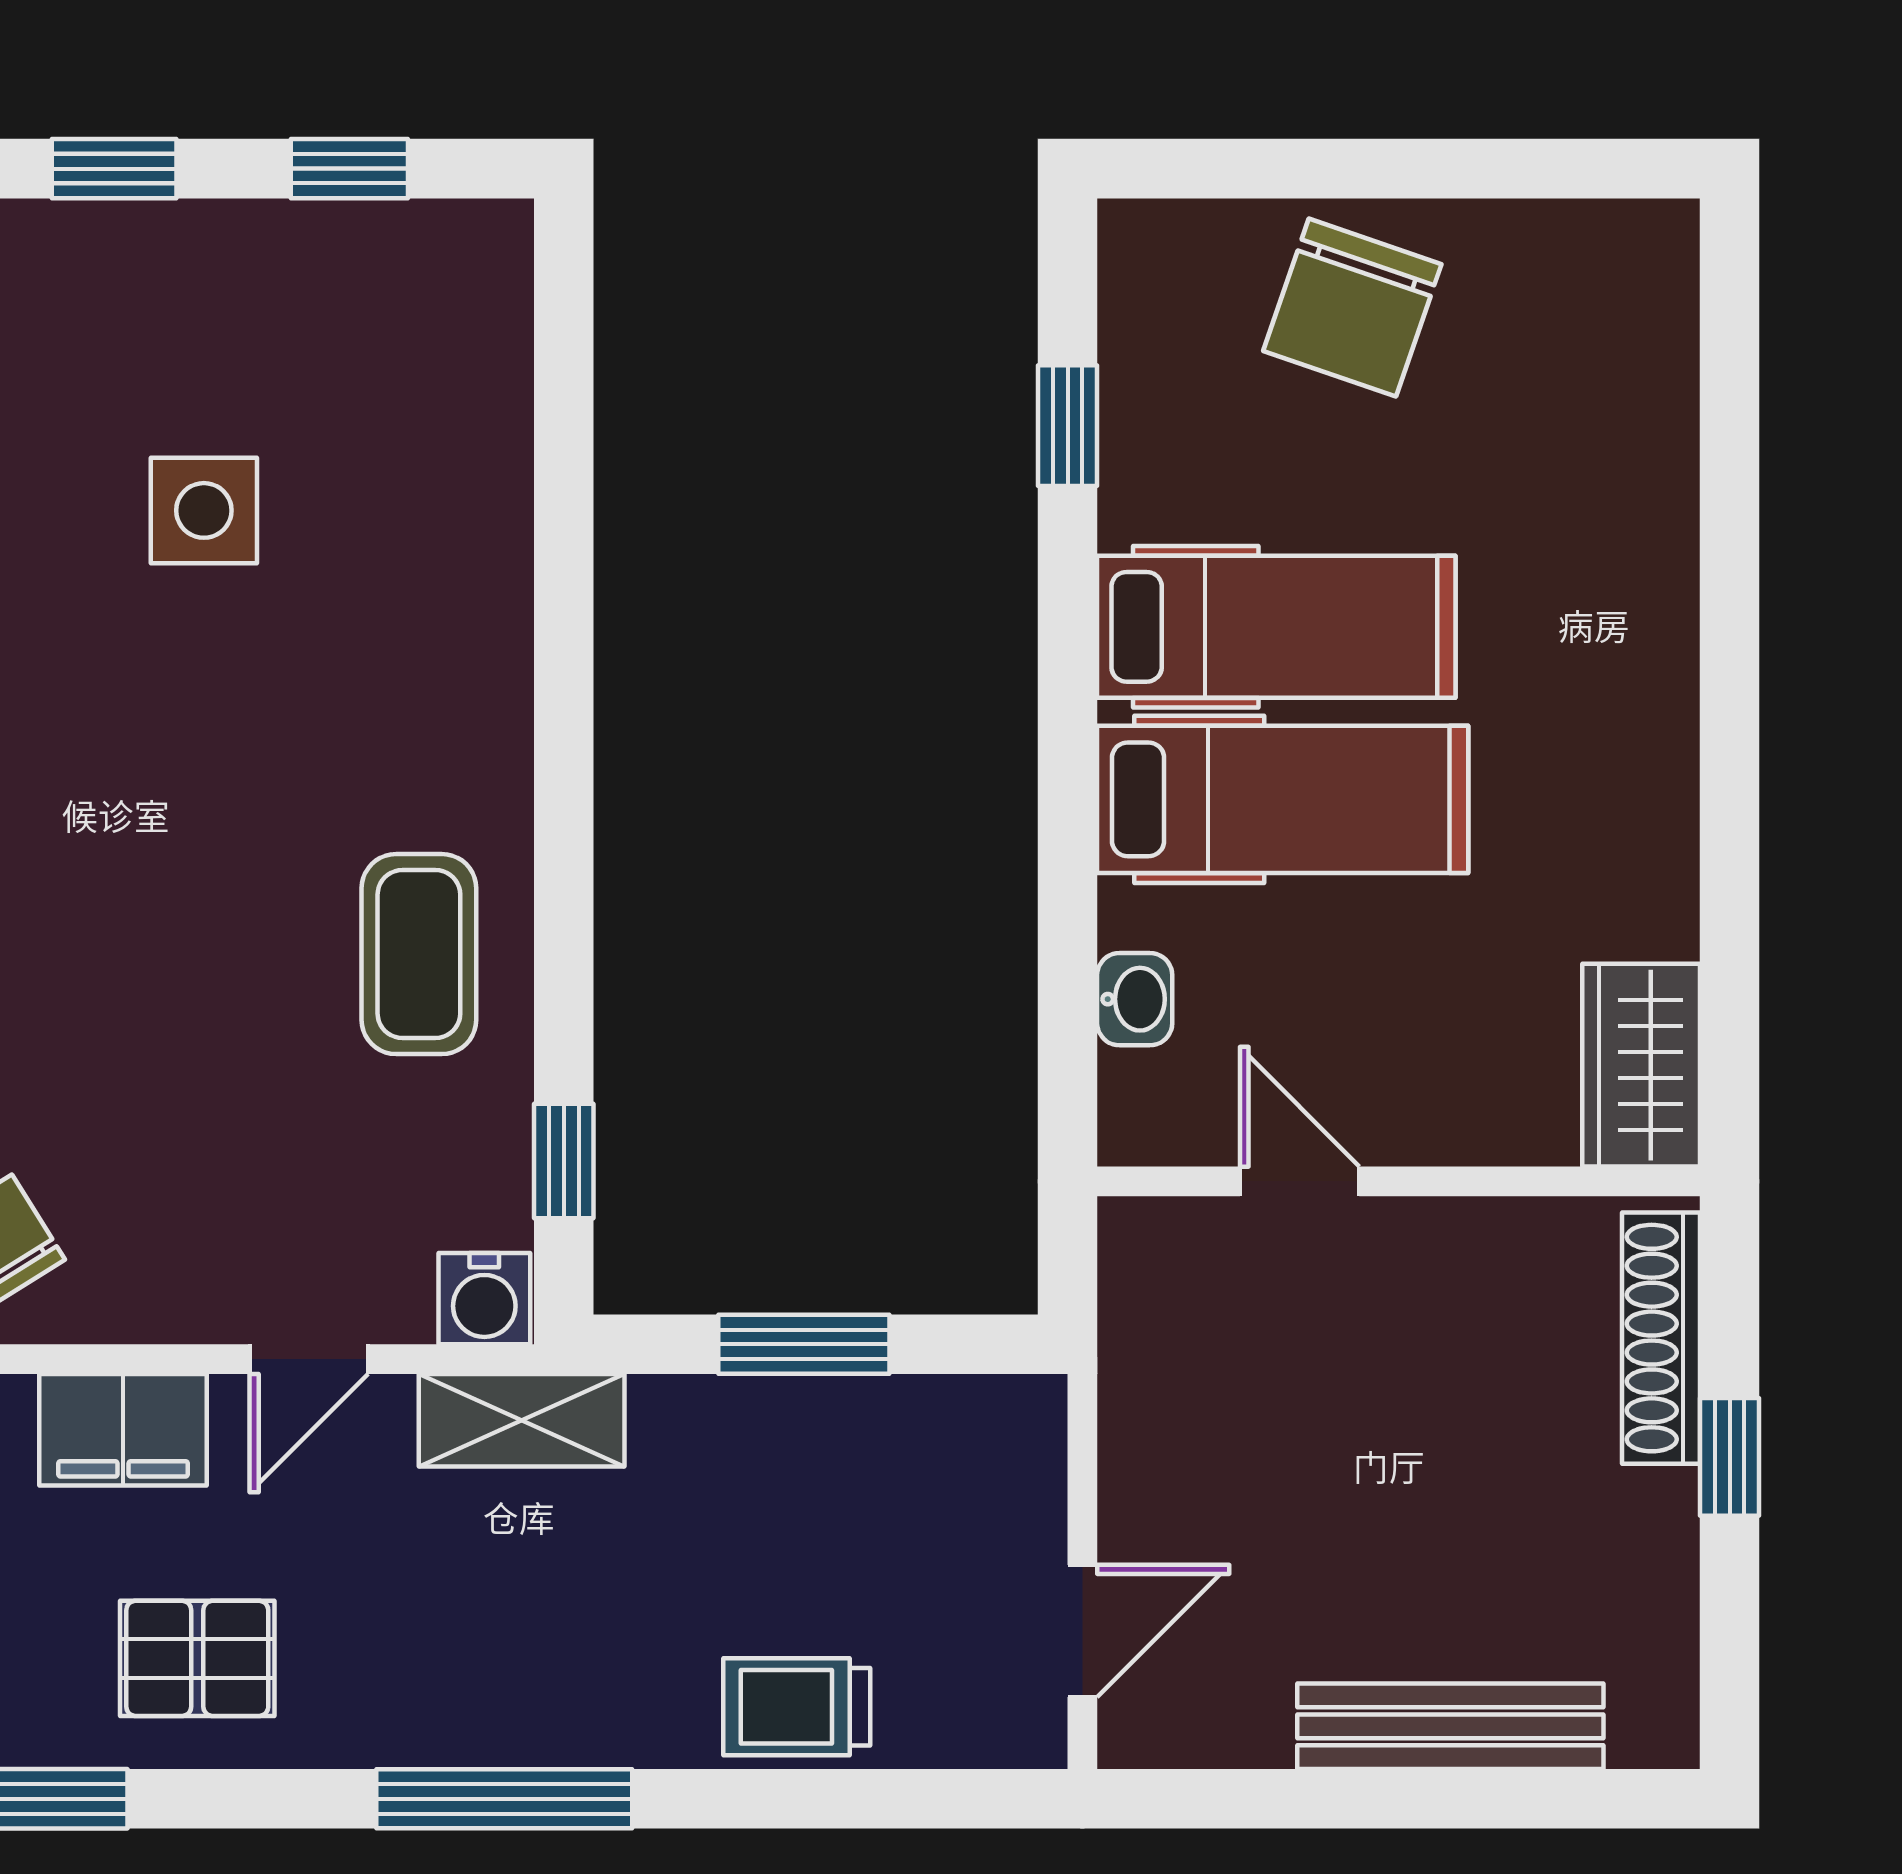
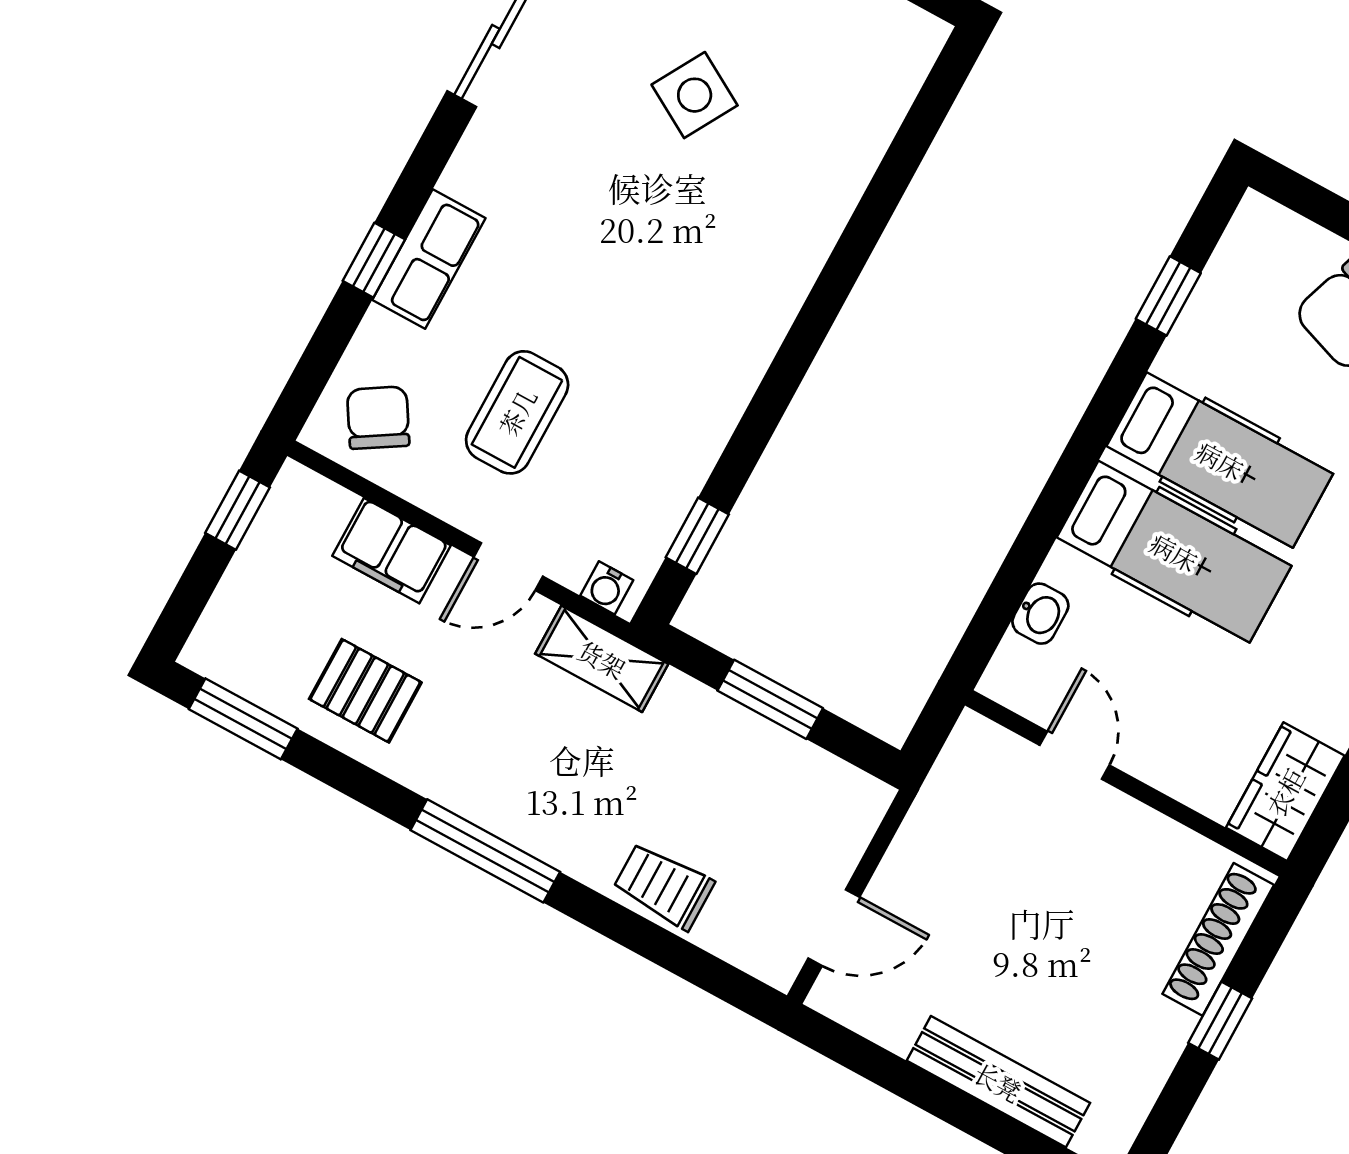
side table: (204, 510) -> (695, 95), turned 30
coffee table: (419, 954) -> (517, 412), moved
water cooler: (484, 1299) -> (607, 588), width x0.72, depth x0.72

